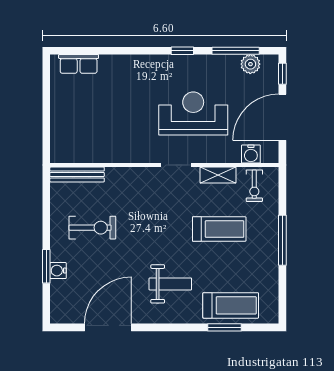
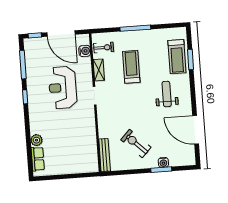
plant: (250, 64) -> (36, 140), moved
exercise bike: (92, 228) -> (136, 143), turned -46
treadmill: (231, 305) -> (177, 57), turned 180

